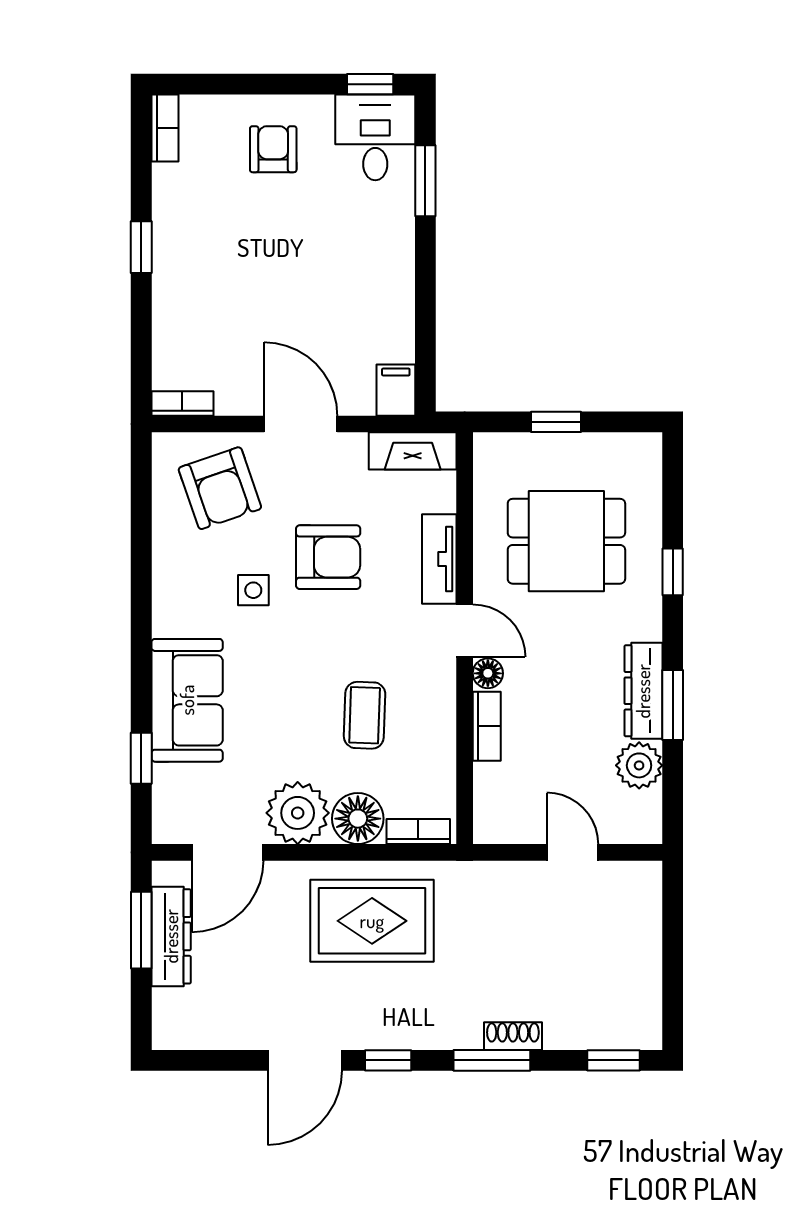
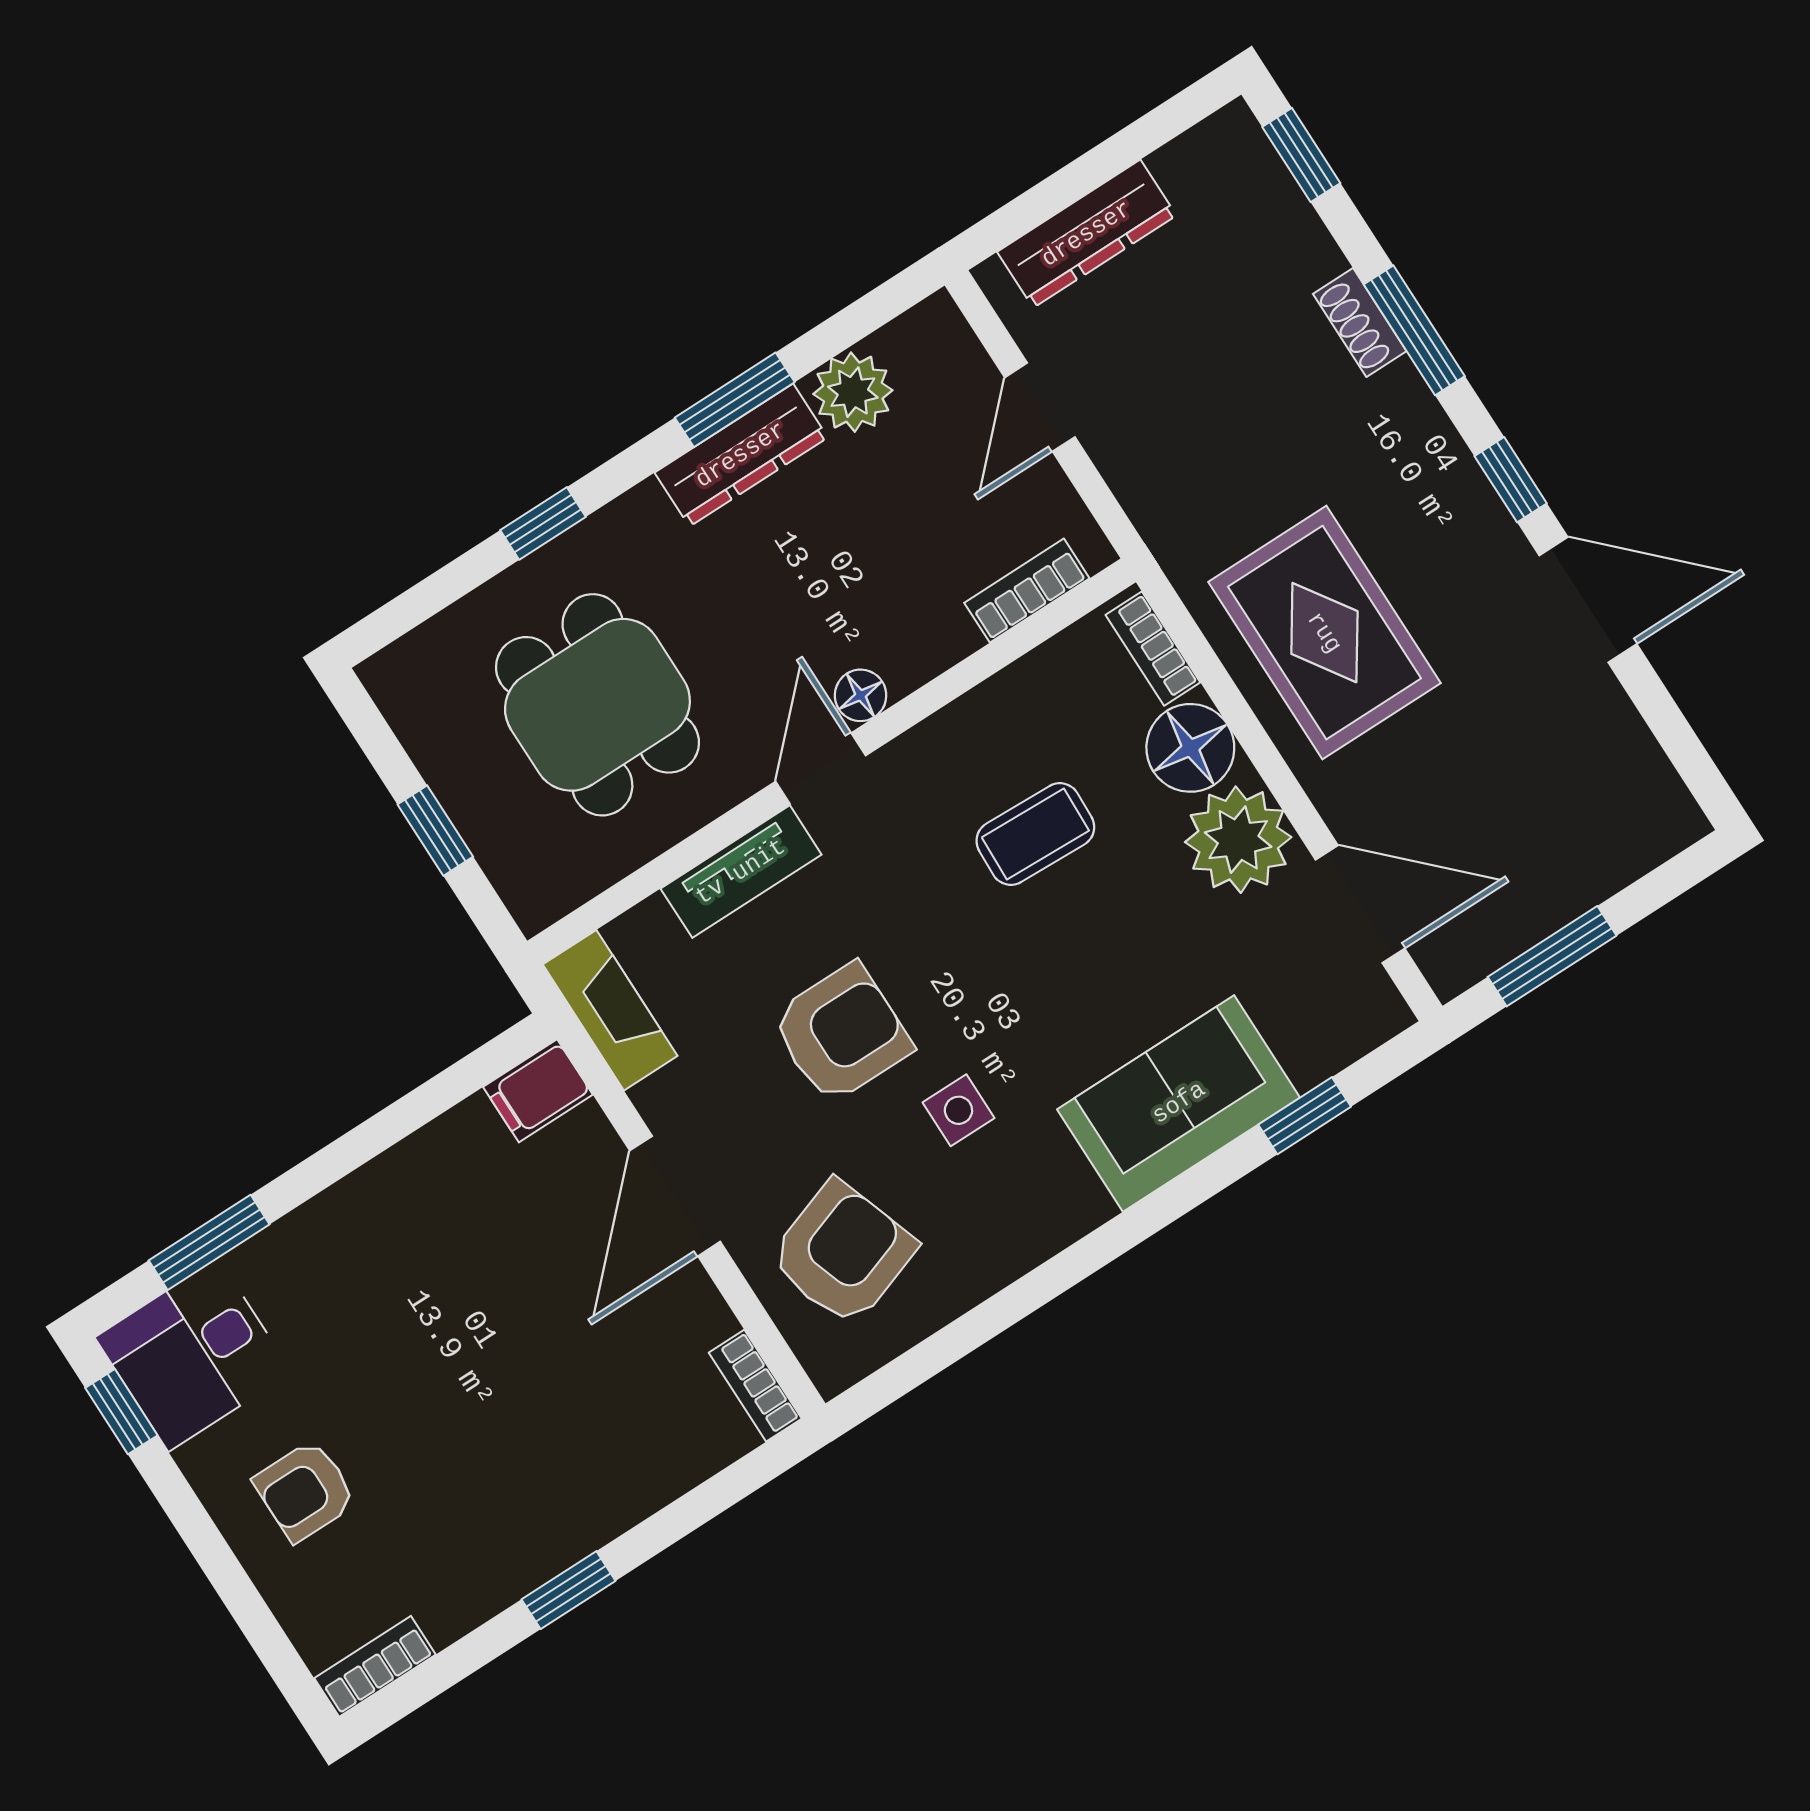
armchair: (328, 557) -> (841, 1033), turned 90
bookcase: (487, 726) -> (1027, 591), moved
dresser: (171, 936) -> (1087, 234), moved, turned 180

